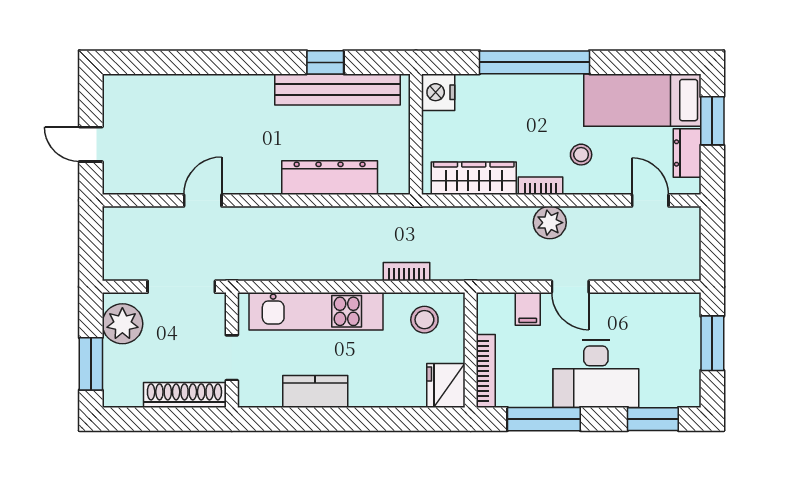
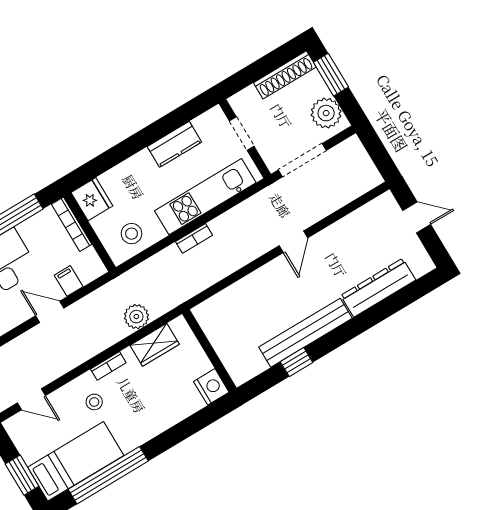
window: (534, 62) -> (108, 475), moved
bench: (338, 89) -> (306, 333), moved
dresser: (687, 153) -> (26, 444), removed
dresser: (330, 178) -> (378, 288), moved, turned 180
wardrobe: (474, 178) -> (155, 345), width x0.67
door: (203, 200) -> (293, 242), moved
plant: (550, 223) -> (136, 317), moved
bookcase: (406, 272) -> (194, 238), moved
shoe rack: (184, 395) -> (285, 75), moved

